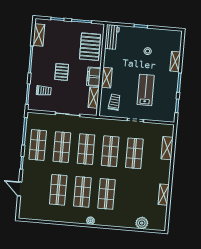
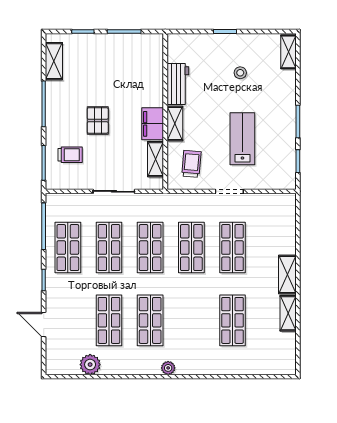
workbench: (112, 37) -> (178, 84), moved
pallet: (90, 47) -> (142, 74), removed
shelving: (175, 62) -> (288, 52), moved
shelving: (167, 148) -> (287, 275), moved
shop shelf: (107, 194) -> (233, 320), moved
plant: (142, 223) -> (90, 365), moved

